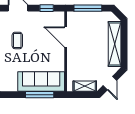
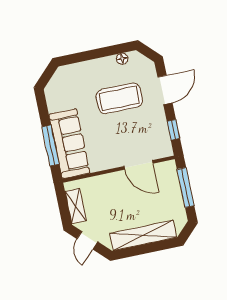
door: (66, 37) -> (138, 165), swing flipped
coffee table: (17, 40) -> (119, 98), width x1.86, depth x1.72
door: (110, 83) -> (87, 240), hinge flipped

